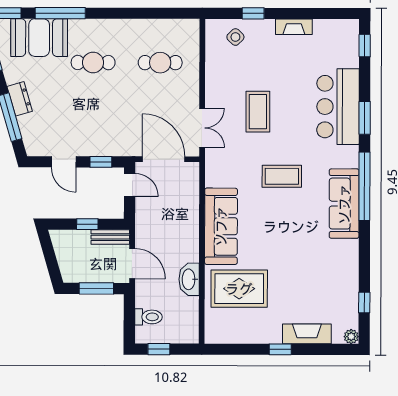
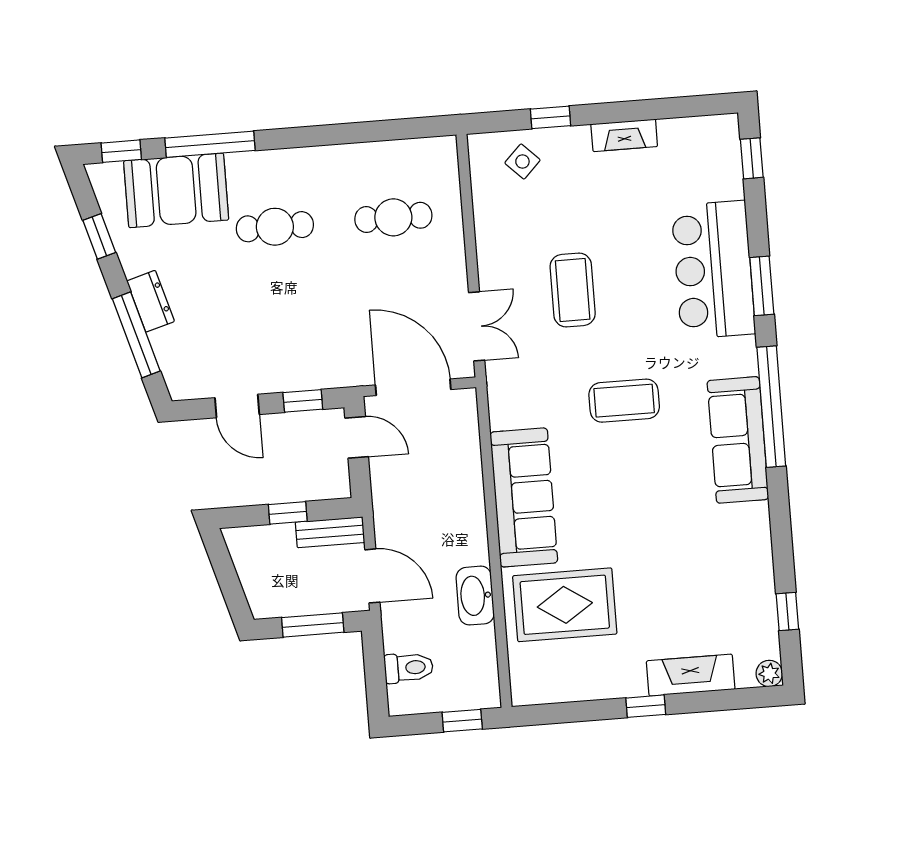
window: (159, 349) -> (462, 721), moved

